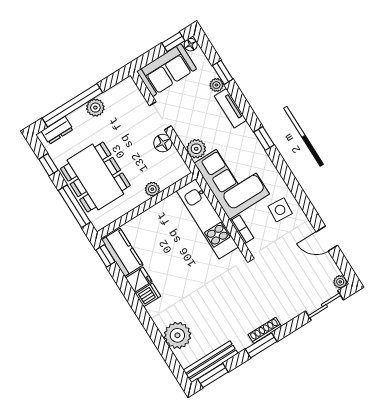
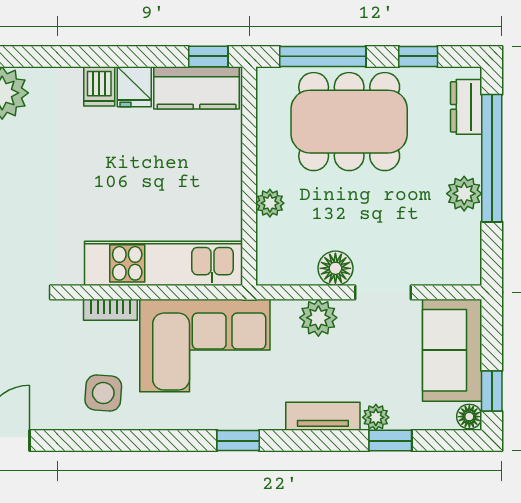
plant: (196, 149) -> (318, 318), moved

